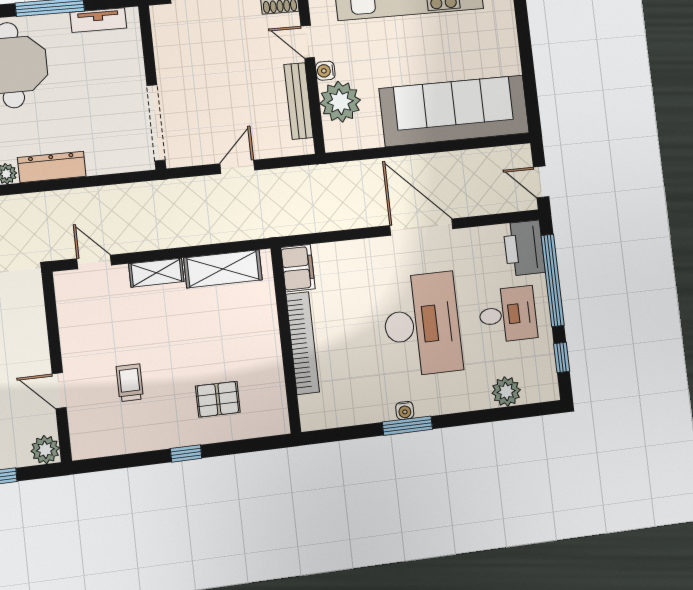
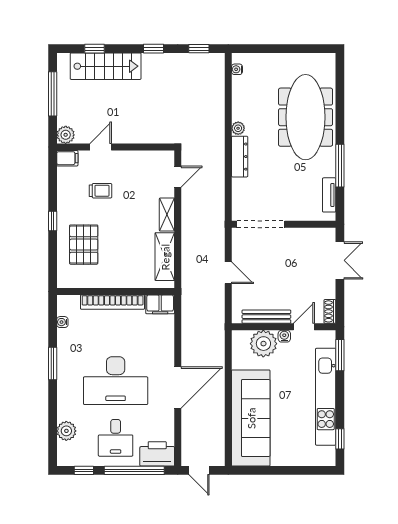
door: (541, 182) -> (199, 470), swing flipped
pallet: (218, 399) -> (84, 245), width x1.50, depth x1.42
water cooler: (405, 410) -> (62, 322), moved
filing cabinet: (83, 442) -> (67, 158), added

